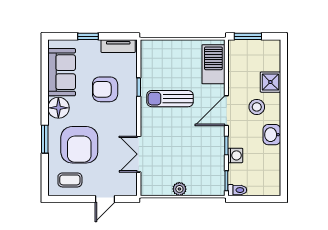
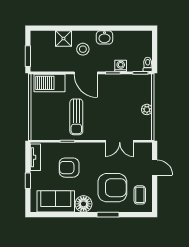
armchair: (105, 89) -> (69, 168), turned 90

